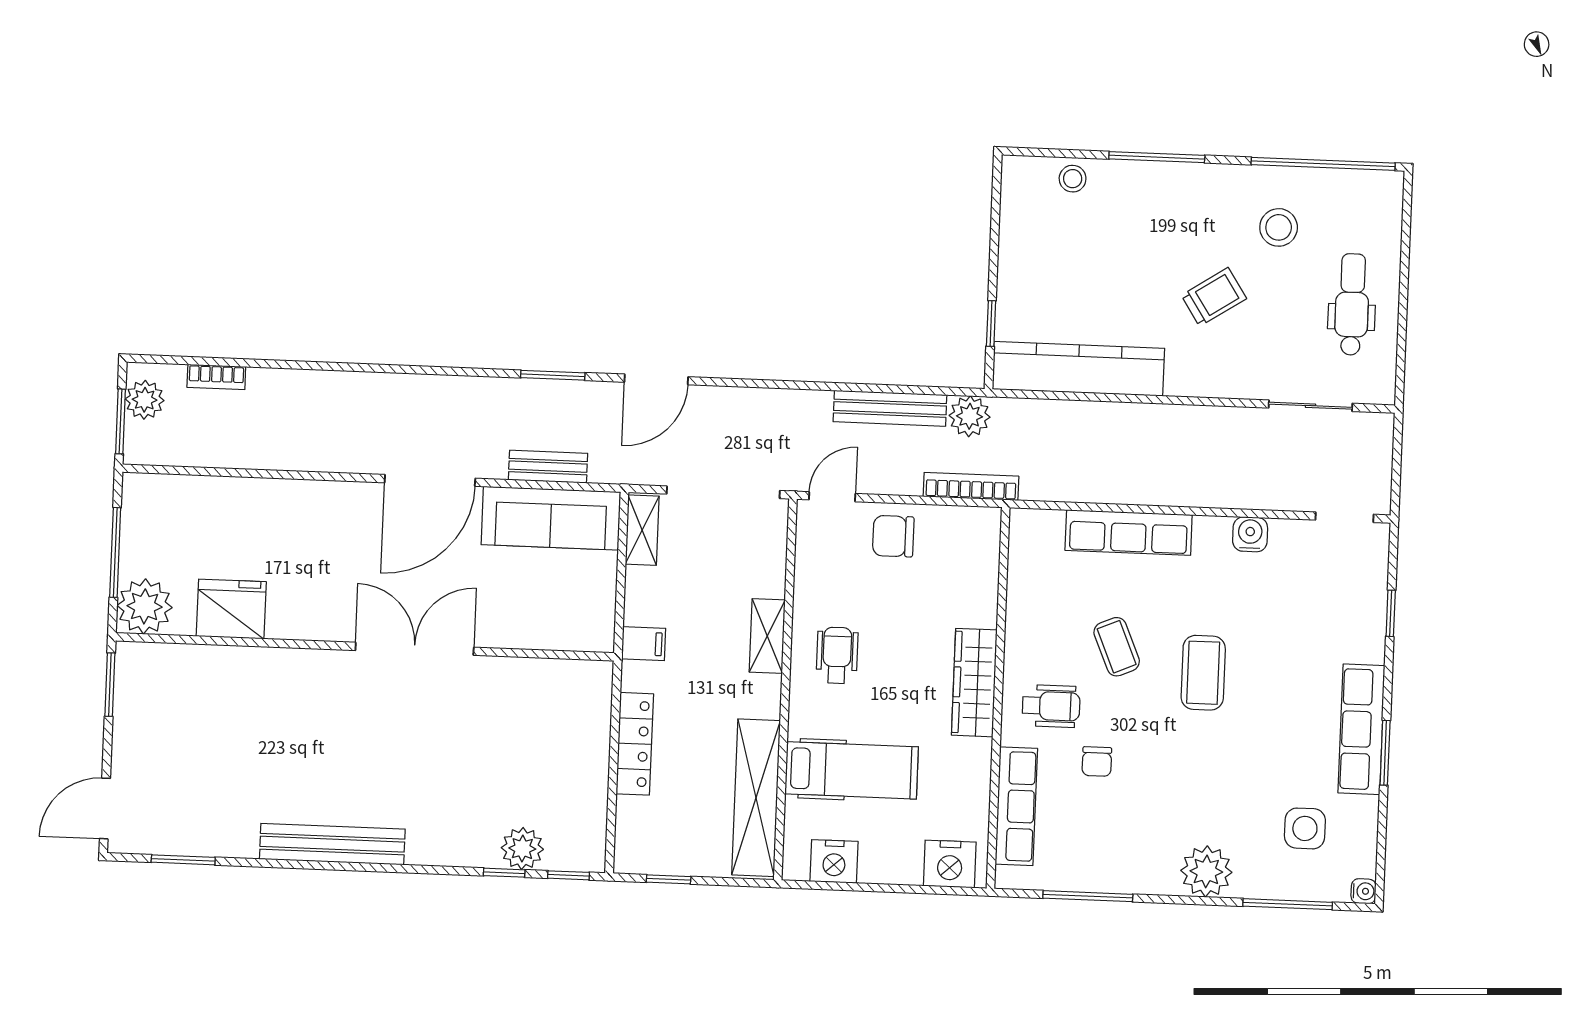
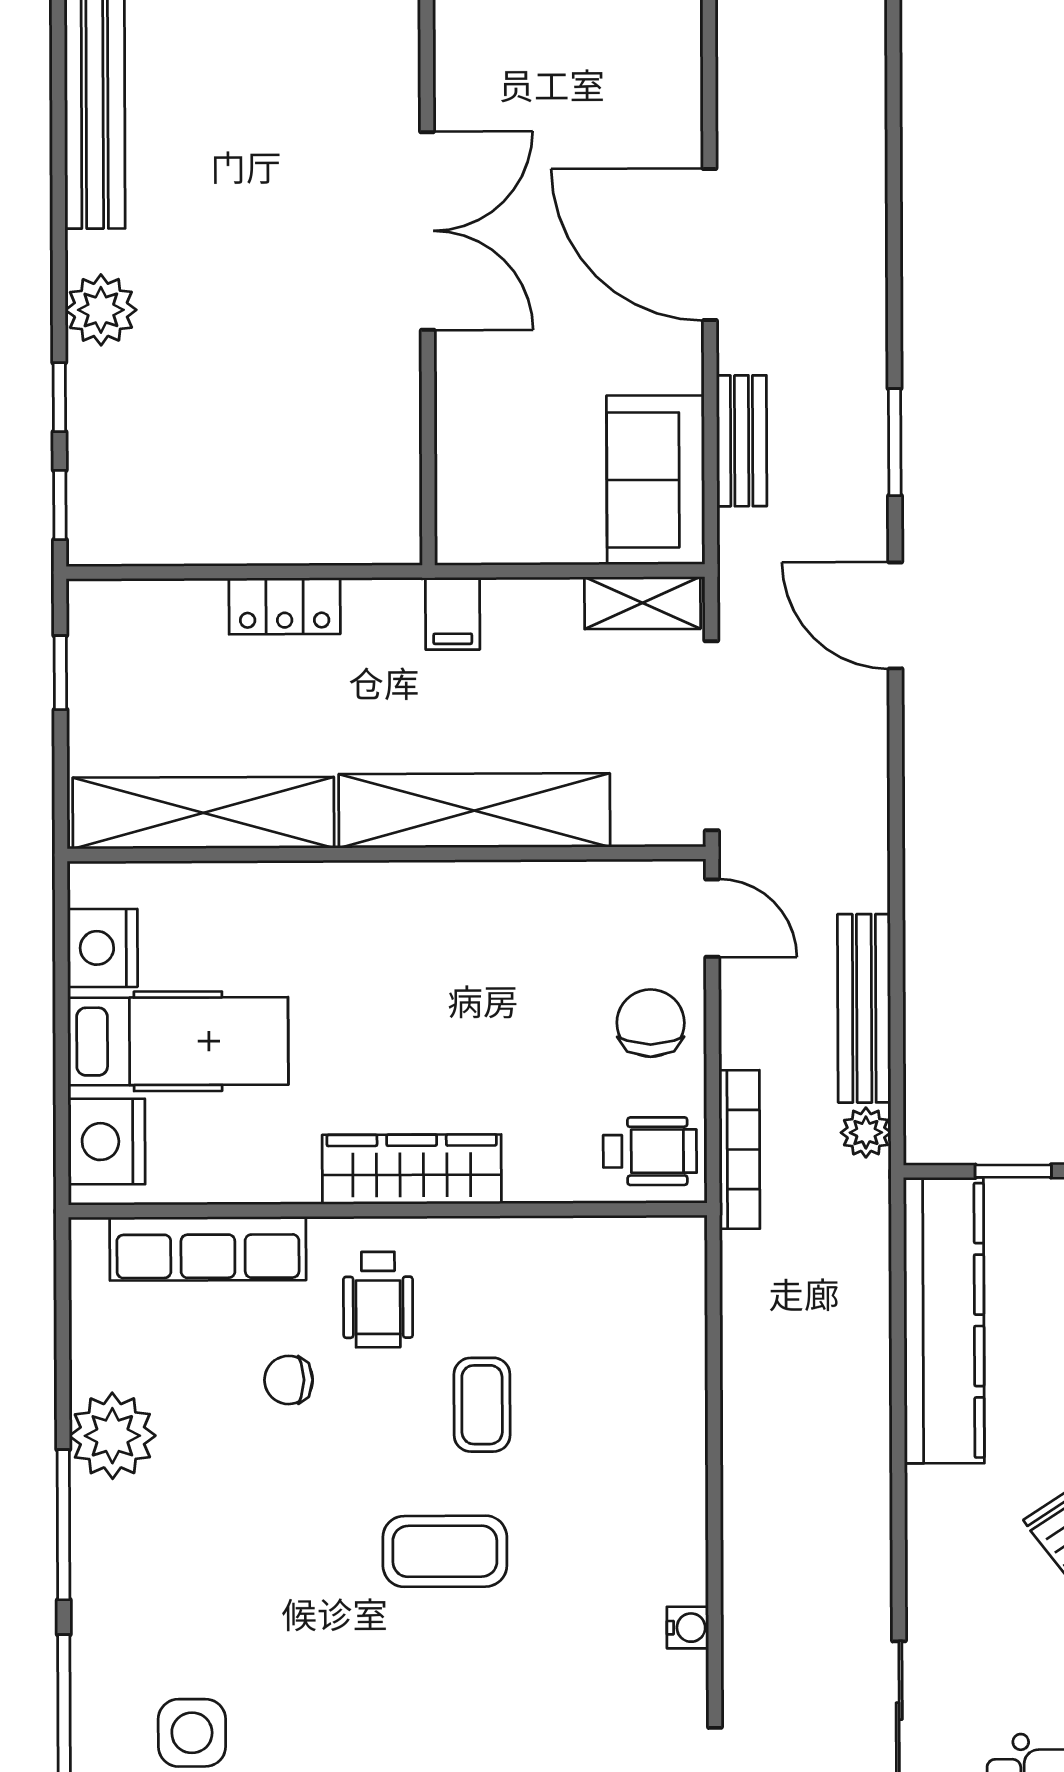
plant: (970, 416) -> (866, 1133), width x0.73, depth x0.73
sofa: (551, 518) -> (656, 480), width x0.73
row of seats: (1129, 533) -> (674, 1416), removed
water cooler: (1250, 534) -> (688, 1628), width x0.72, depth x0.72
shelving: (767, 636) -> (474, 811), width x2.20, depth x1.33
coffee table: (1117, 647) -> (482, 1405), turned -67
wheelchair: (837, 655) -> (650, 1151), moved
locker: (635, 744) -> (285, 606), width x0.66
hospital bed: (852, 770) -> (178, 1041), moved, turned -90
plant: (522, 849) -> (101, 310), moved
plant: (1206, 871) -> (112, 1436), moved
window: (1088, 896) -> (63, 1525), moved

